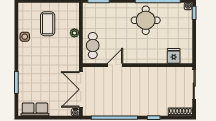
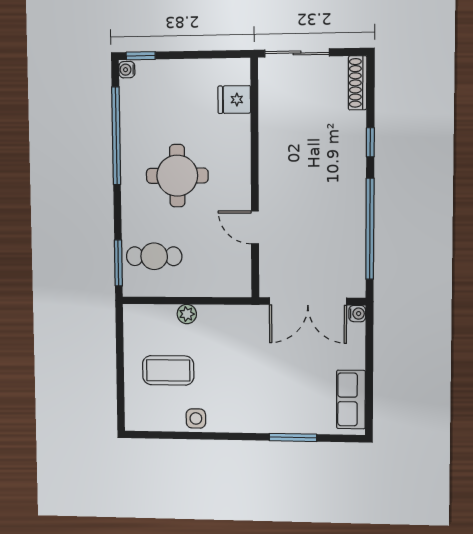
round table: (146, 20) -> (177, 176), moved
cafe table: (93, 46) -> (154, 256), moved

